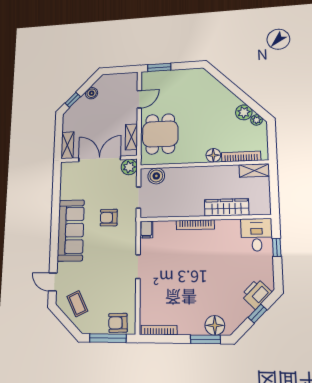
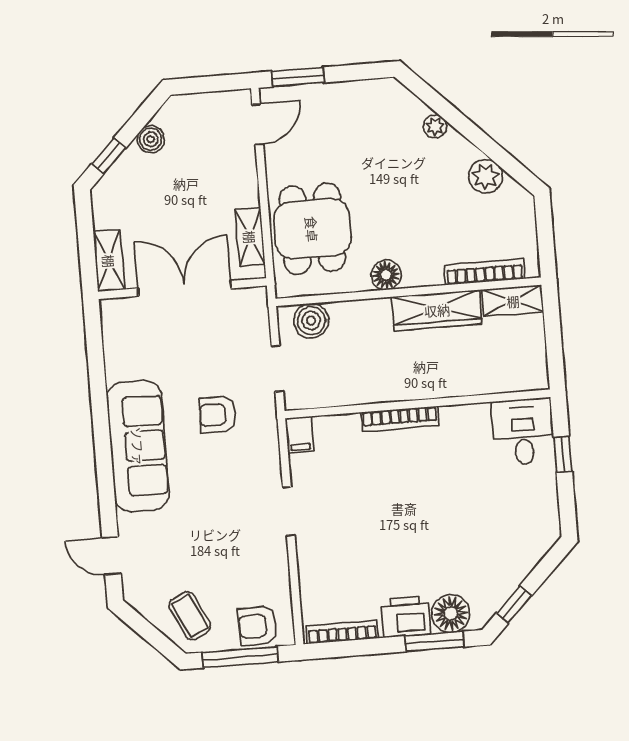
door: (139, 99) -> (258, 124), moved
plant: (257, 120) -> (435, 126), moved
floor lamp: (213, 155) -> (386, 275), moved
plant: (129, 167) -> (251, 304), removed
wardrobe: (227, 207) -> (437, 310), moved, turned 180
printer: (256, 294) -> (406, 617), moved, turned 45
coffee table: (77, 304) -> (190, 616), moved
window: (257, 314) -> (514, 605), moved

